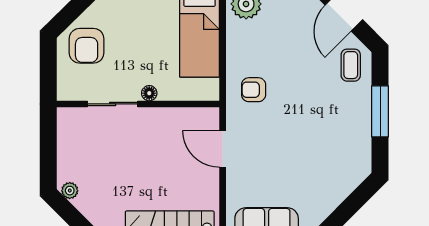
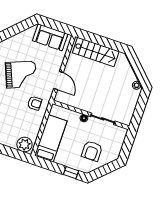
armchair: (87, 46) -> (92, 151), moved, turned 180
grand piano: (298, 136) -> (21, 75), added

